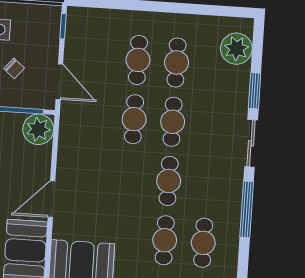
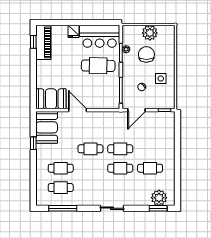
cafe table: (138, 60) -> (150, 149), removed
window: (255, 91) -> (158, 208), moved
plant: (38, 129) -> (112, 101), removed
cafe table: (169, 181) -> (90, 149), moved
window: (247, 209) -> (63, 208), moved

